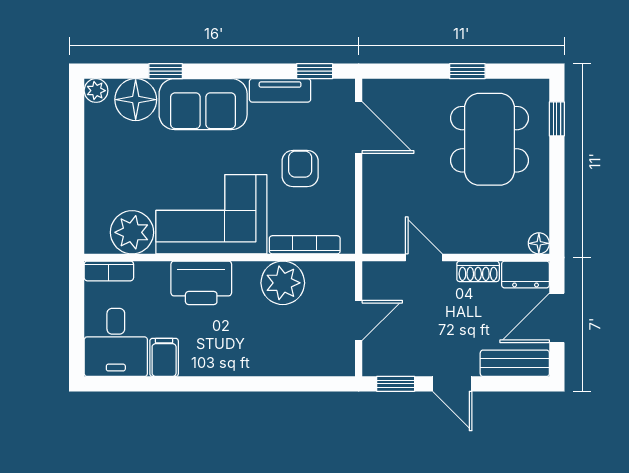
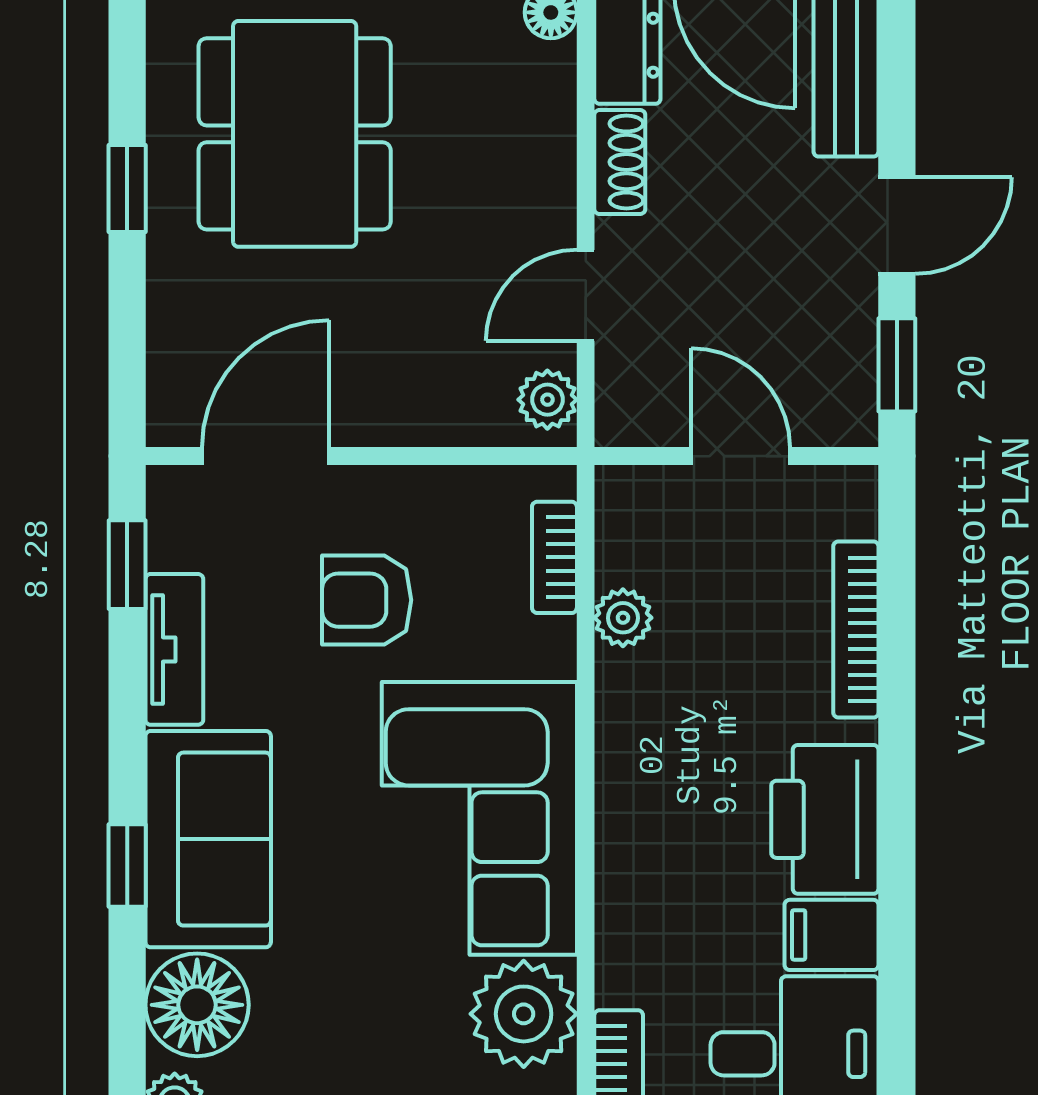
window: (166, 71) -> (127, 865), moved
dining table: (489, 139) -> (295, 134), turned 90
plant: (382, 242) -> (547, 400), added
bookcase: (305, 245) -> (554, 557), width x0.64
printer: (201, 283) -> (825, 819), moved, turned 180
plant: (283, 283) -> (623, 618), width x0.53, depth x0.53
bookcase: (288, 367) -> (856, 629), added

